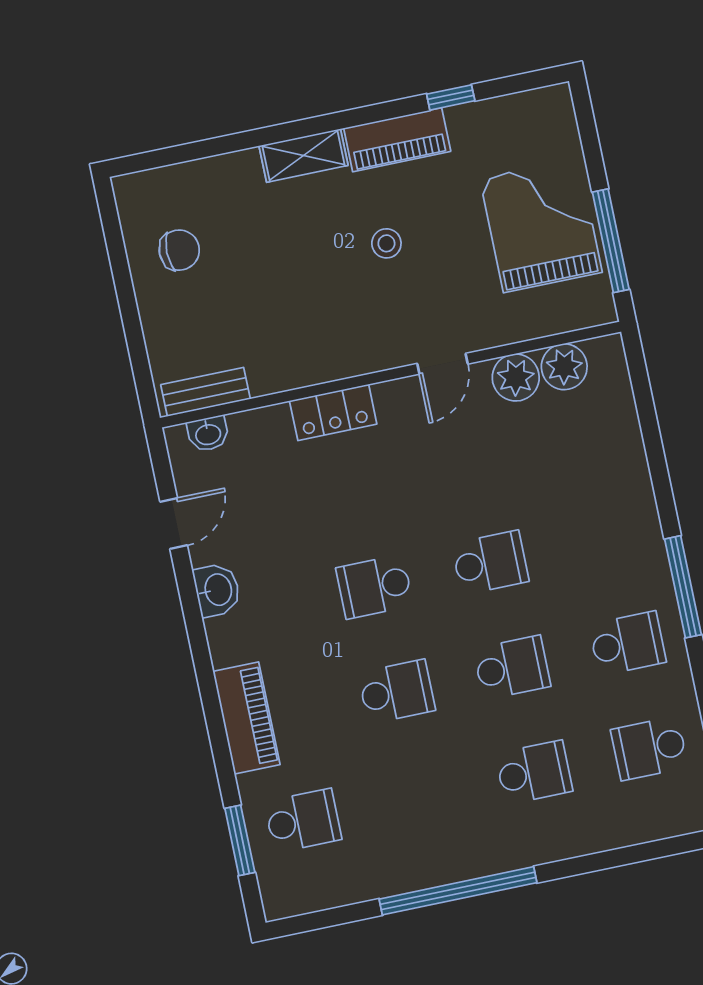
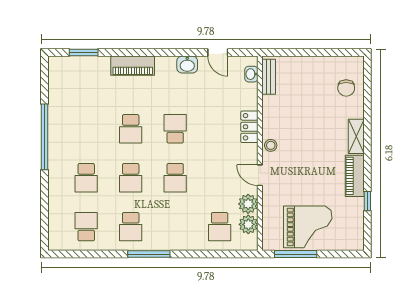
stool: (386, 243) -> (271, 145), moved
chair: (179, 250) -> (346, 88), moved
school desk: (303, 821) -> (220, 227), moved

